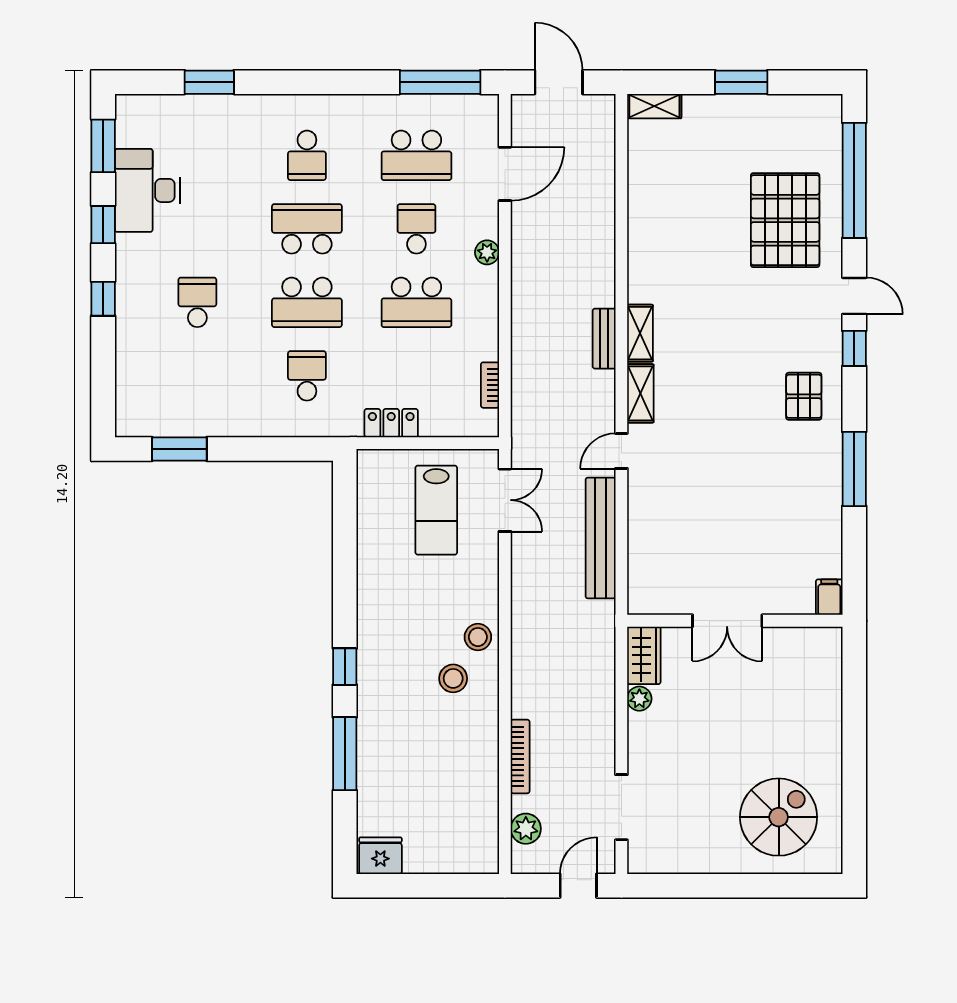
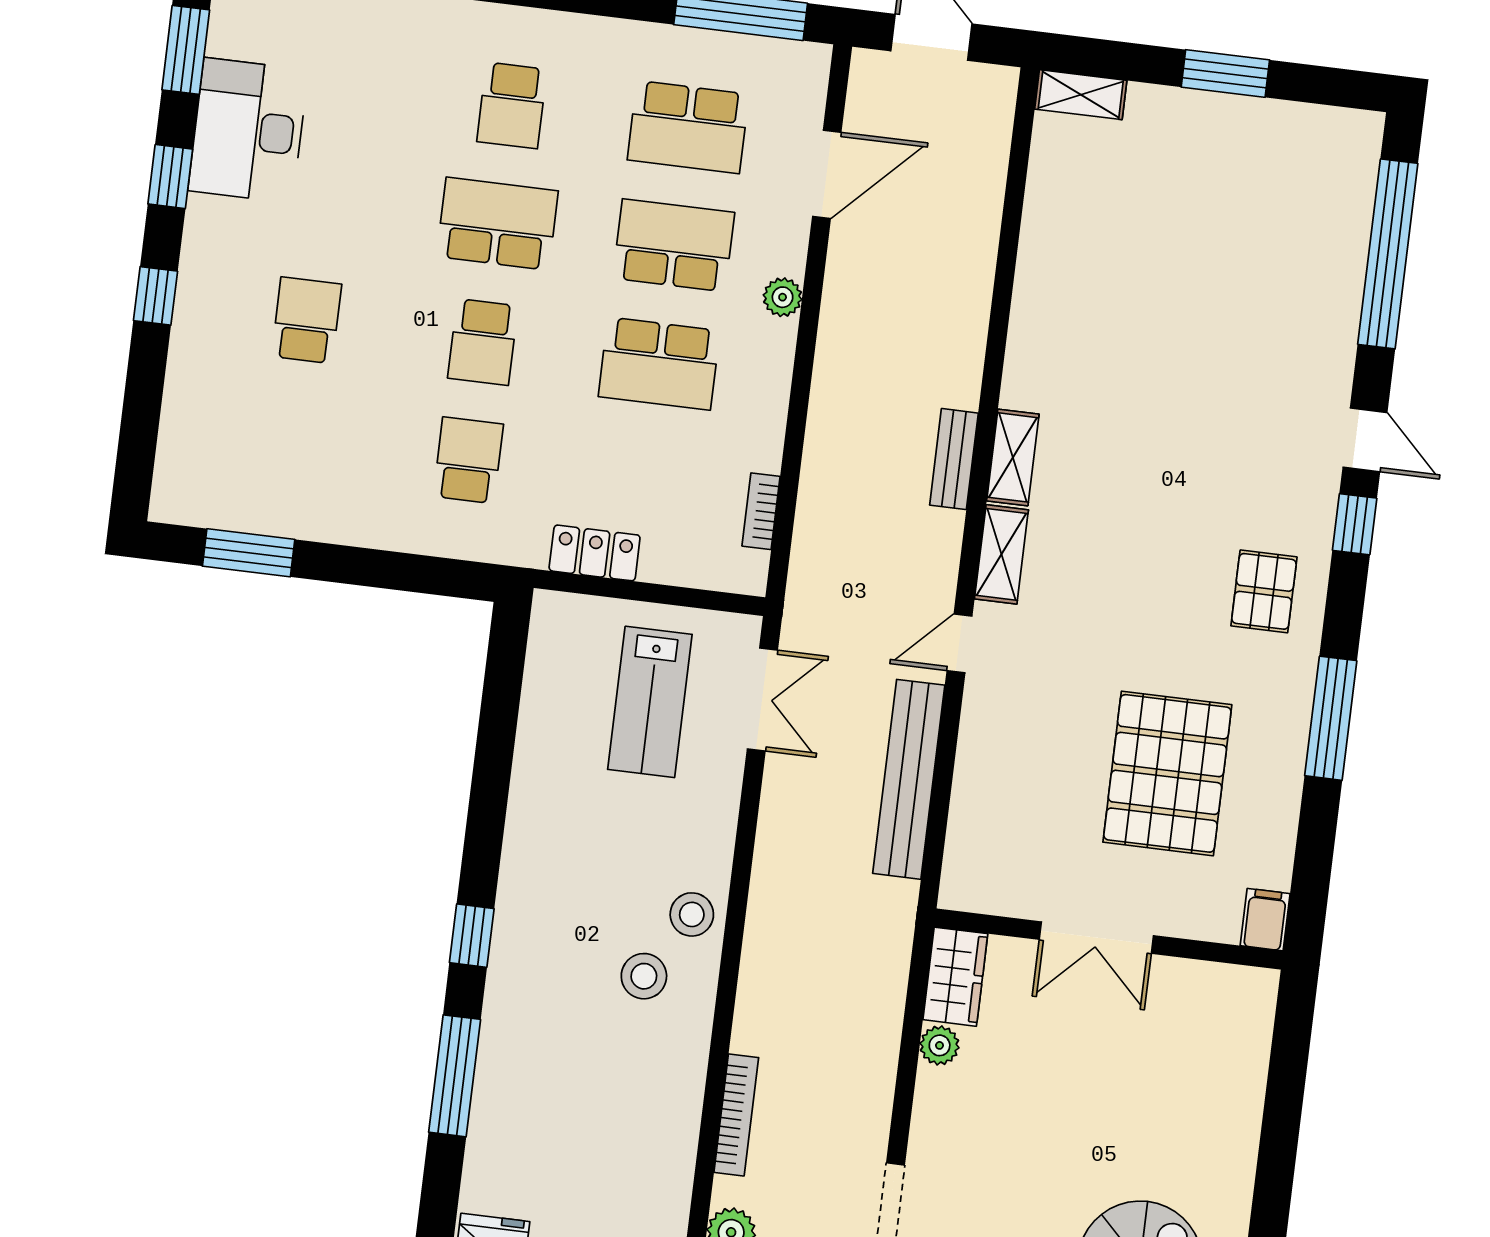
pallet: (785, 220) -> (1167, 773), moved
school desk: (416, 229) -> (674, 245), width x1.85
school desk: (307, 302) -> (483, 342), width x0.54

